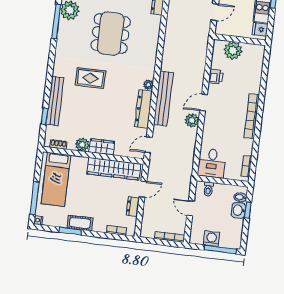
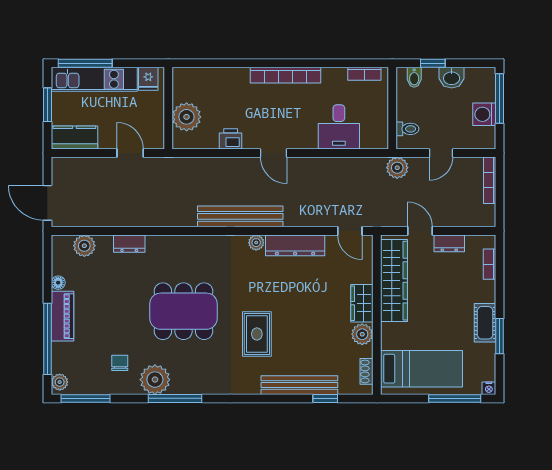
bench: (163, 98) -> (240, 216), moved
plant: (192, 120) -> (397, 168), moved
desk: (212, 163) -> (339, 127), moved, turned 90
washbasin: (239, 210) -> (452, 78), moved

